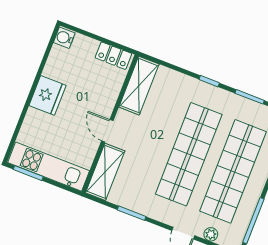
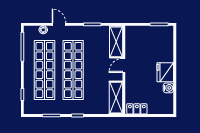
water cooler: (64, 38) -> (168, 88), moved
door: (107, 131) -> (124, 65), swing flipped
kitchen unit: (49, 167) -> (149, 32), removed

